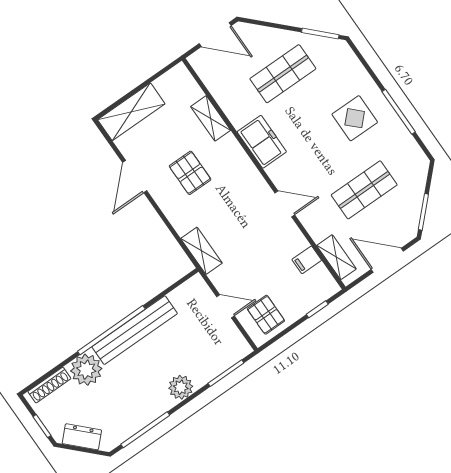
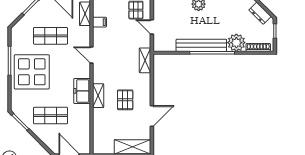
shelving: (211, 118) -> (98, 96), moved
display table: (355, 118) -> (32, 72), width x1.86, depth x1.86

